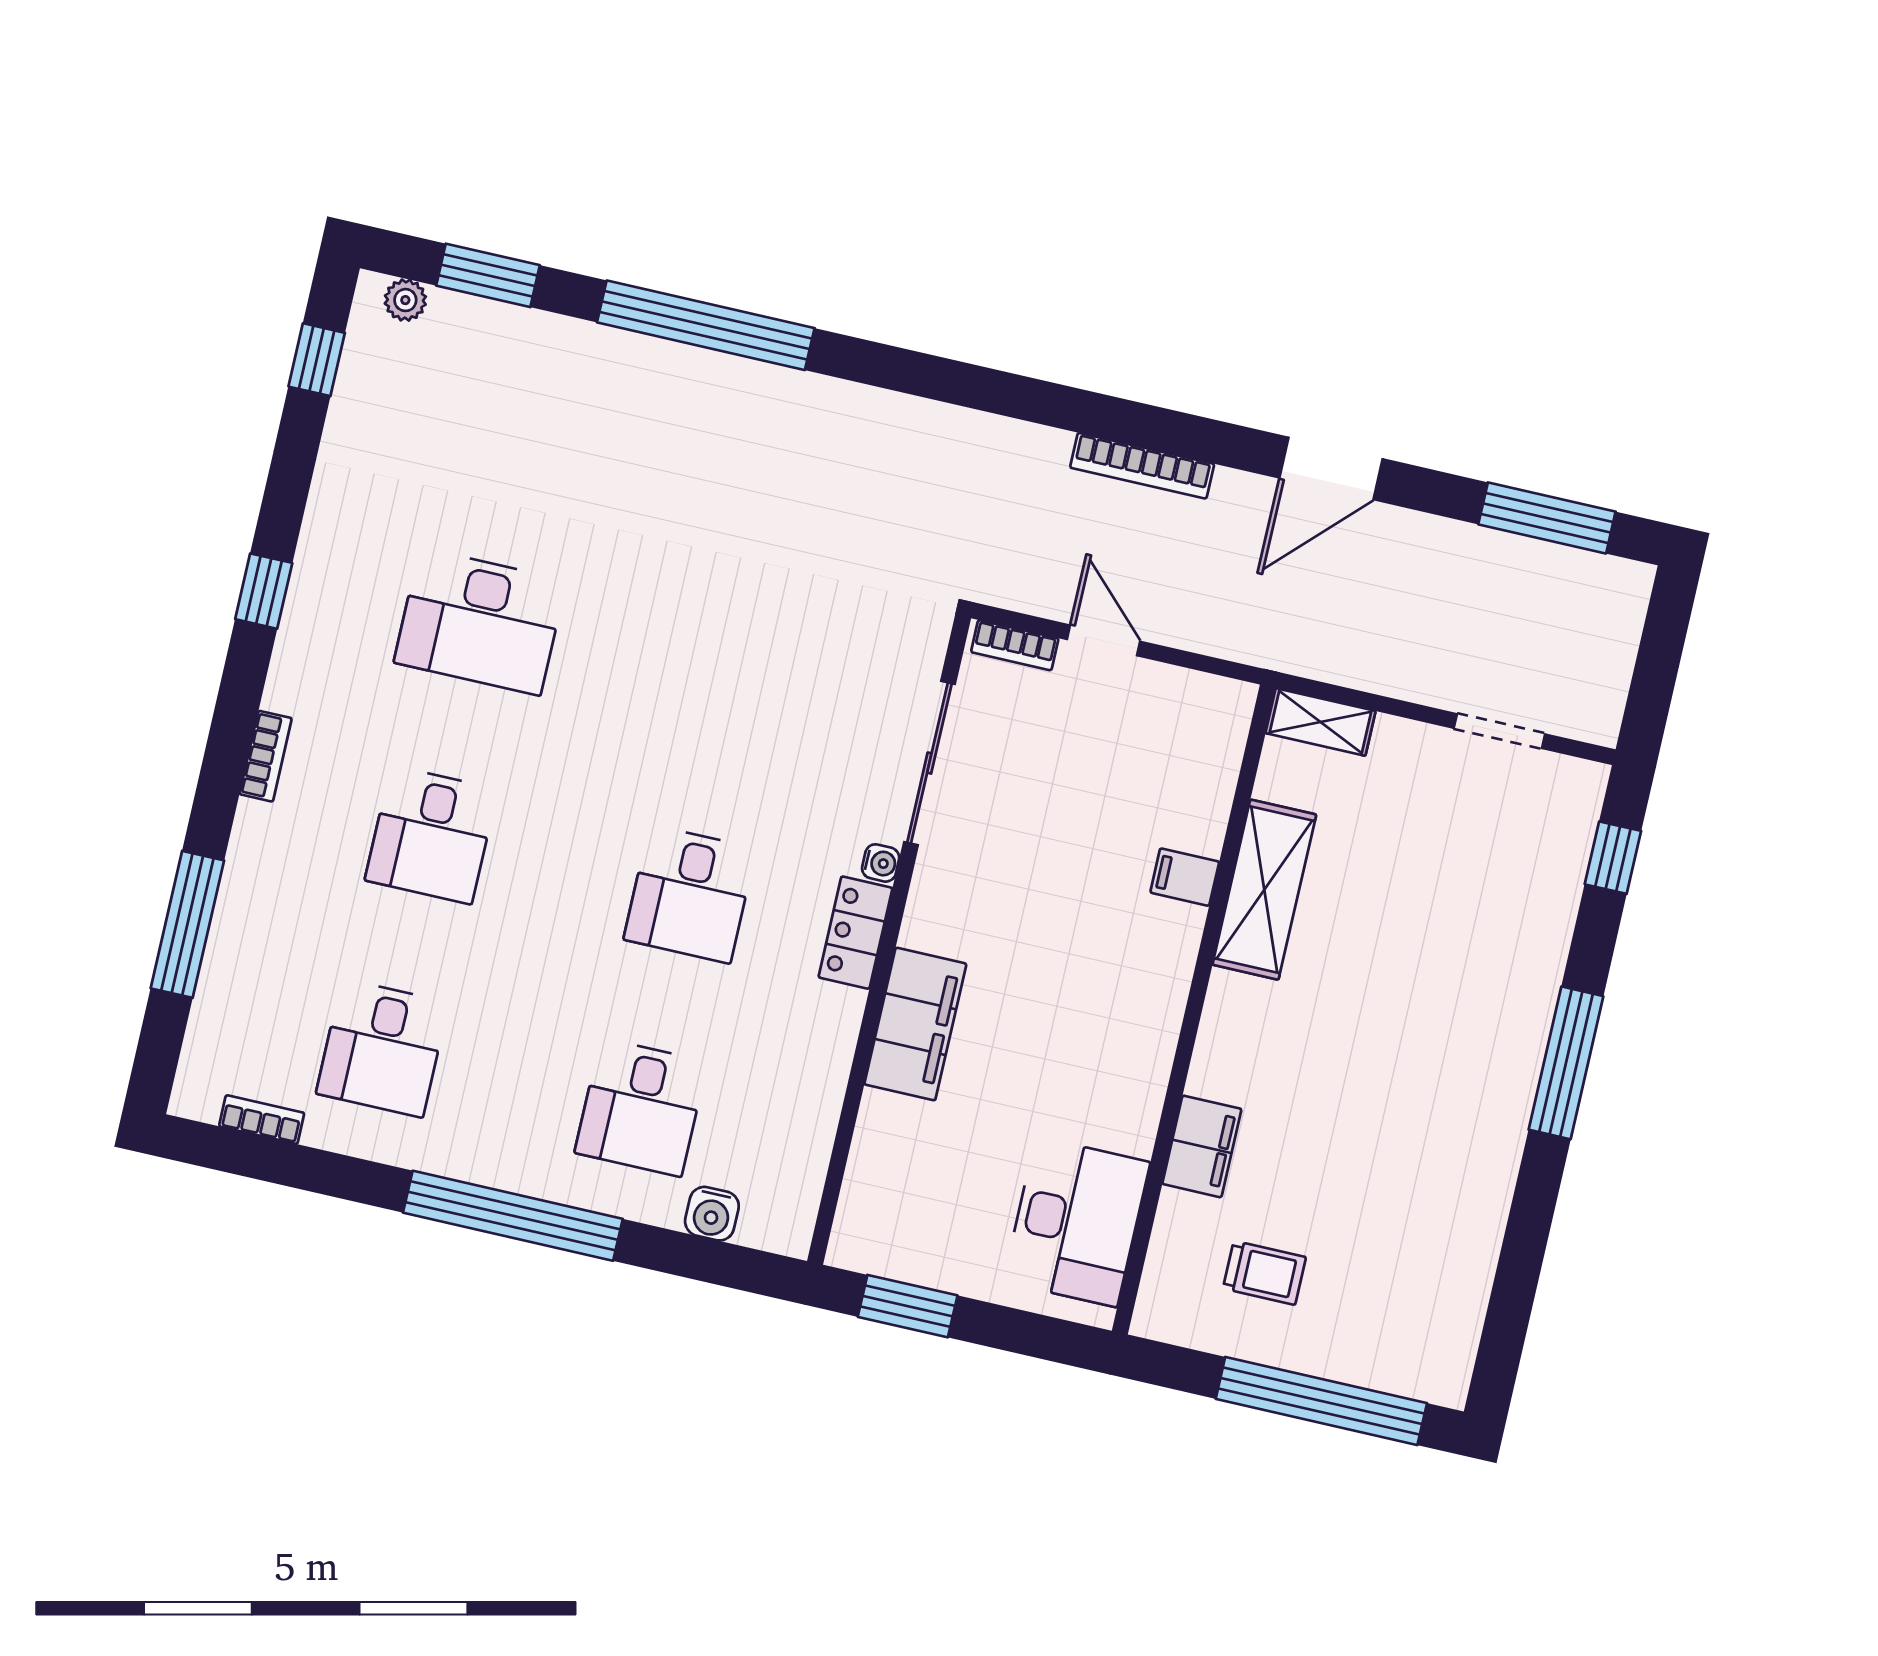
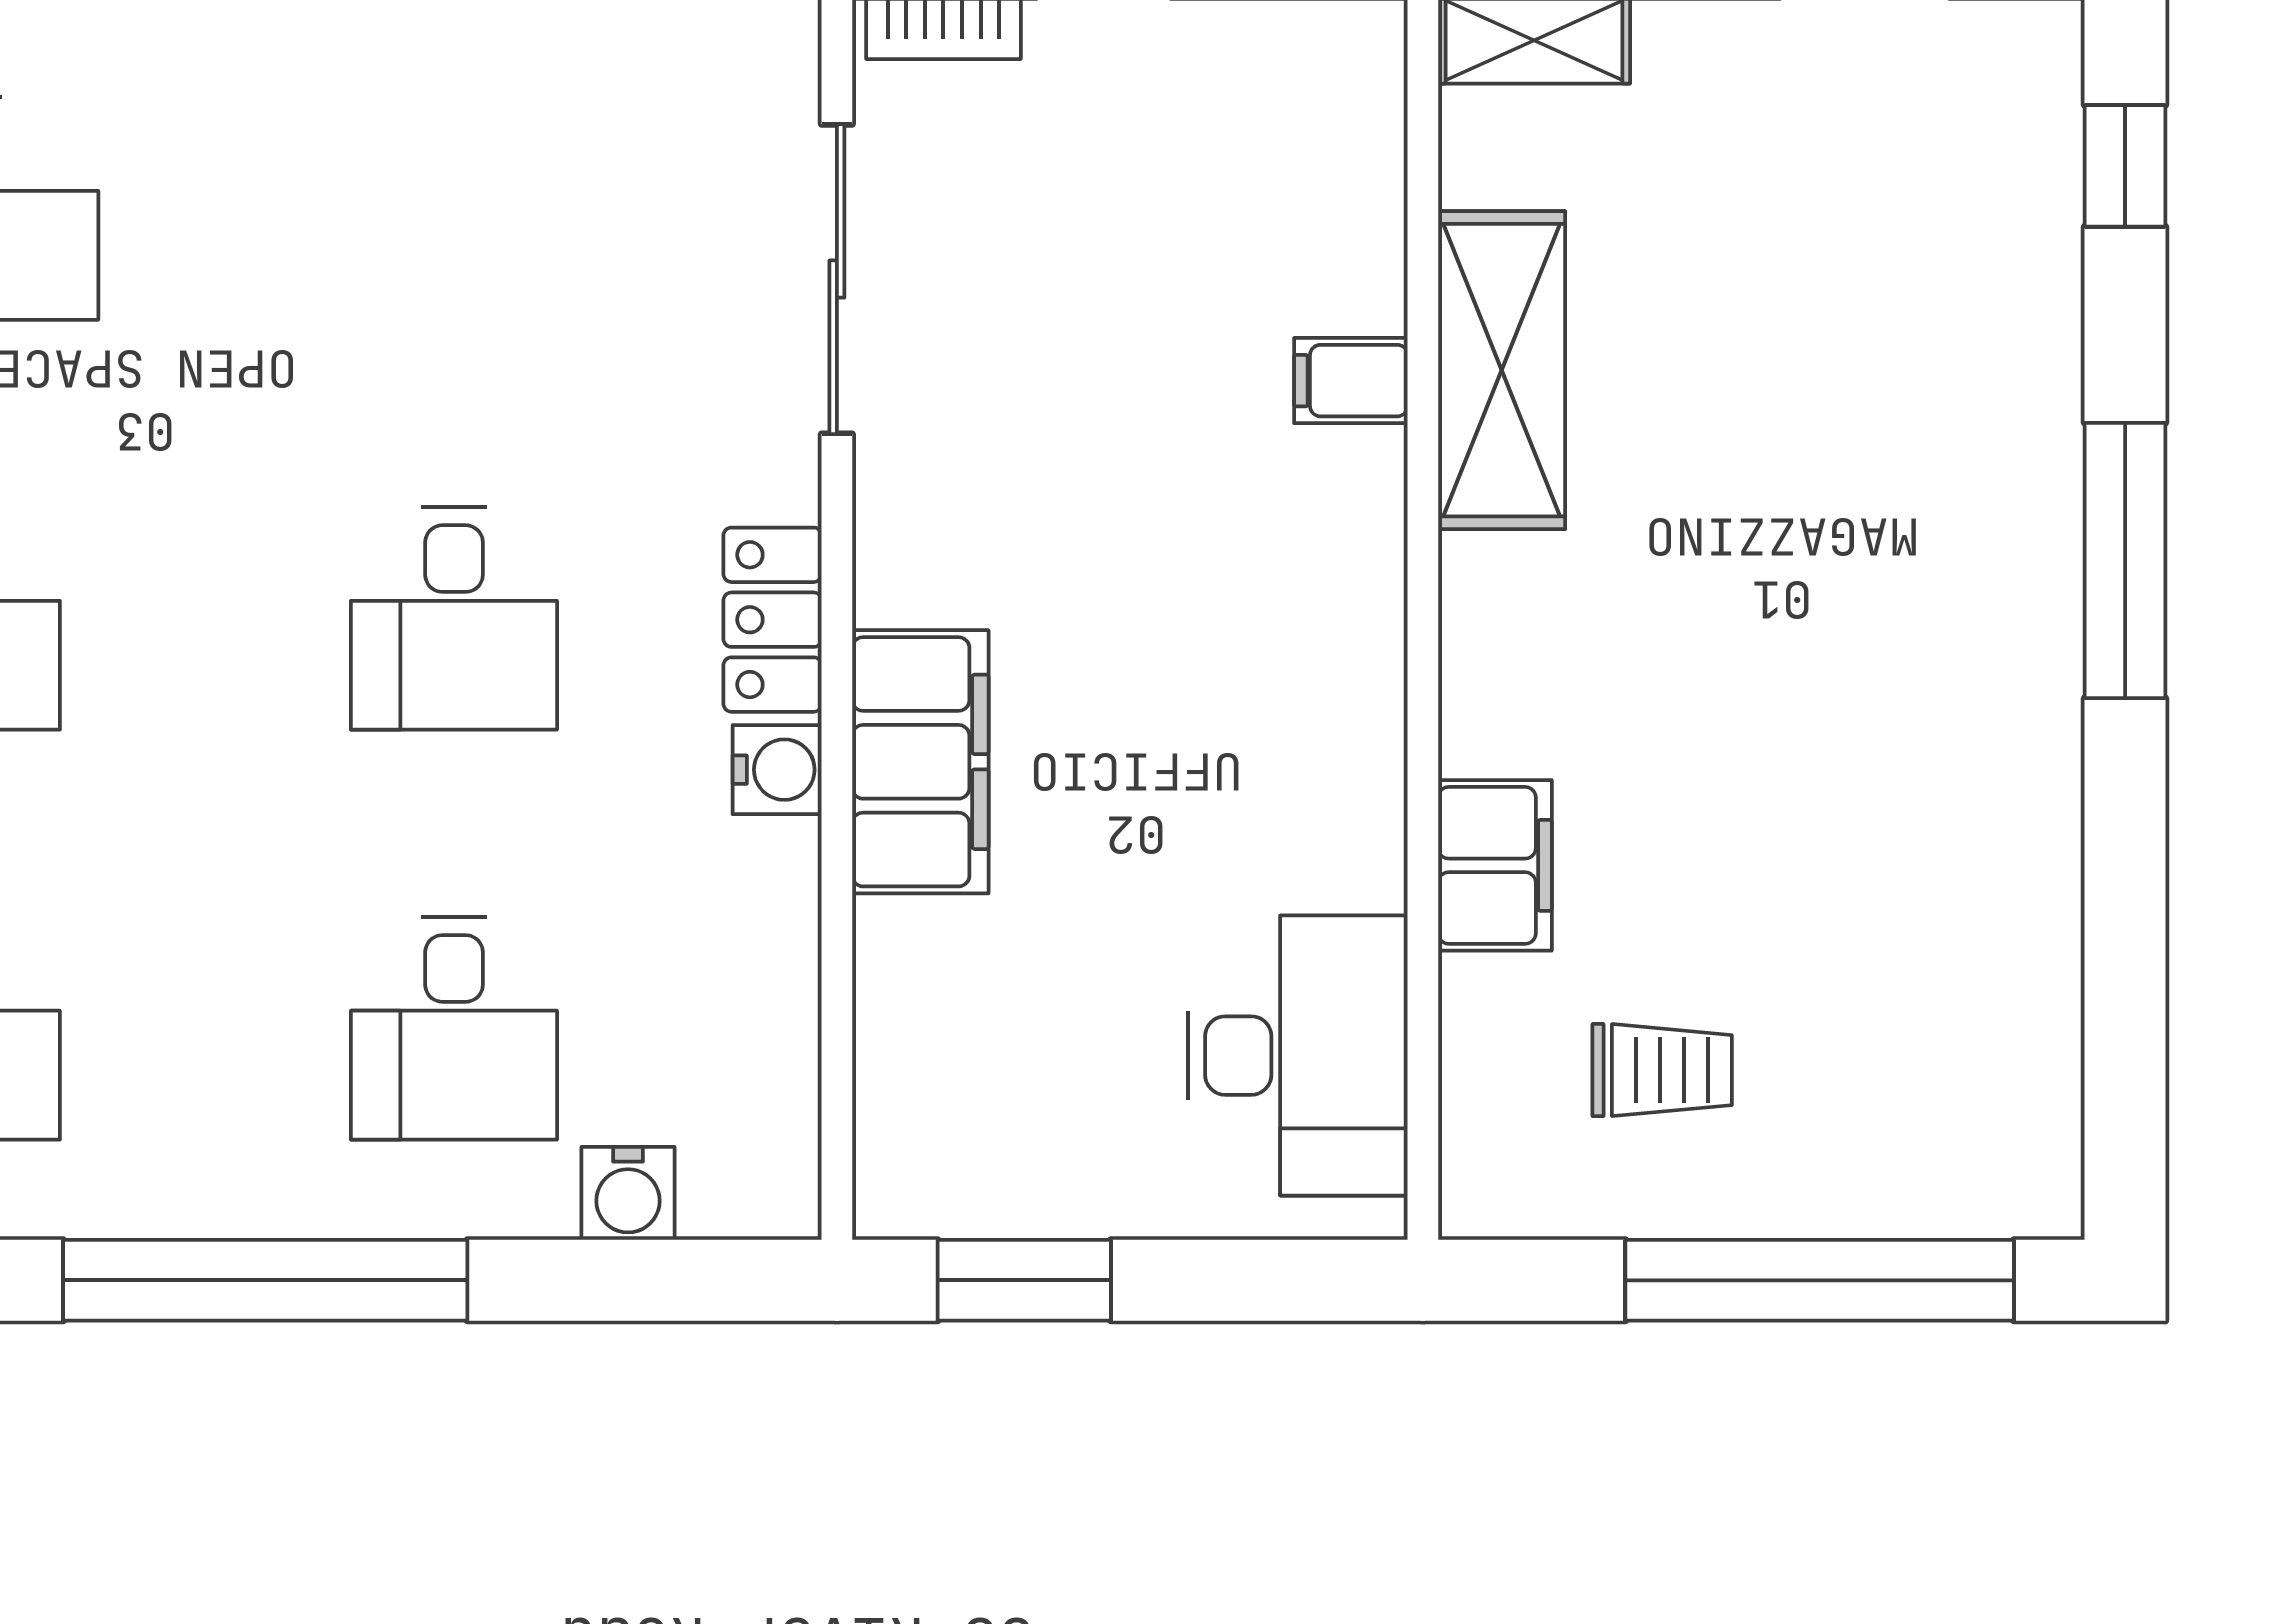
water cooler: (881, 863) -> (777, 770), moved, width x1.38, depth x1.38

